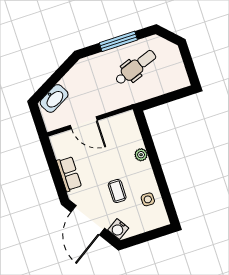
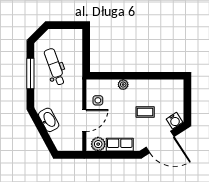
washbasin: (54, 98) -> (49, 120), moved
plant: (61, 148) -> (98, 144), added
side table: (148, 199) -> (98, 100), moved

